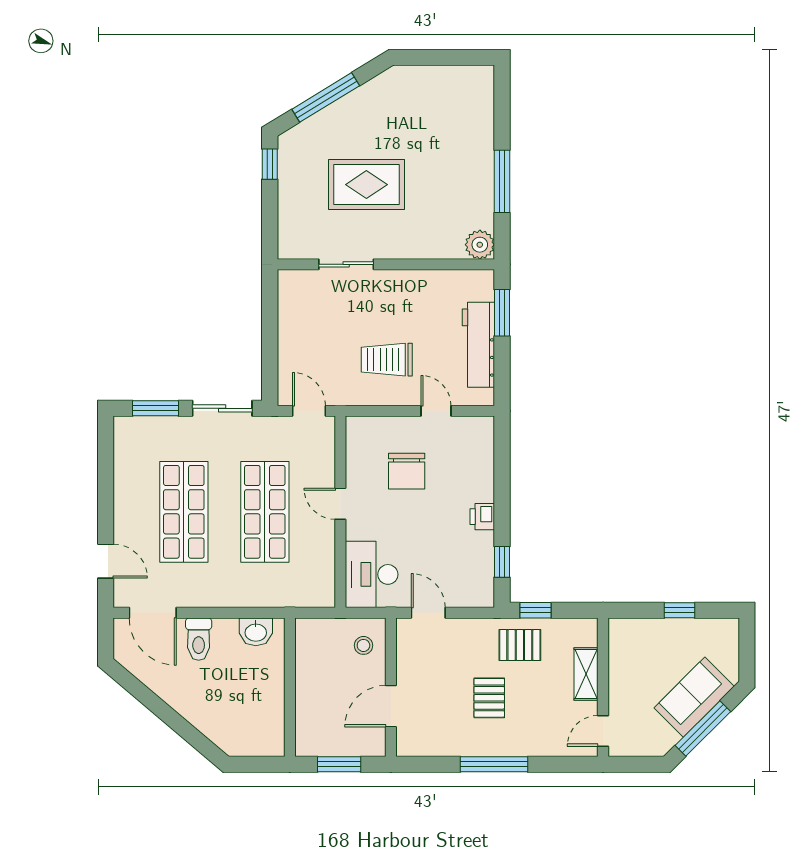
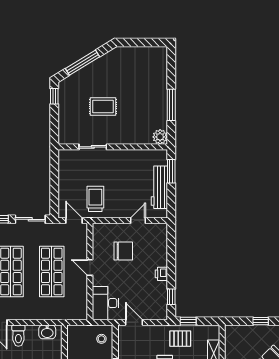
rug: (366, 185) -> (103, 107), width x0.73, depth x0.70
trolley: (387, 360) -> (95, 199), moved, turned 90
door: (436, 411) -> (138, 221), hinge flipped
chair: (407, 471) -> (123, 251), turned -90

